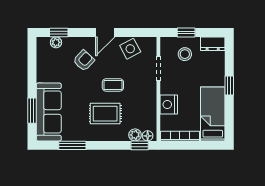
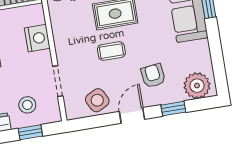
window: (59, 33) -> (173, 109), moved
plant: (56, 42) -> (197, 86), width x1.88, depth x1.88
armchair: (84, 61) -> (153, 76), turned 130

